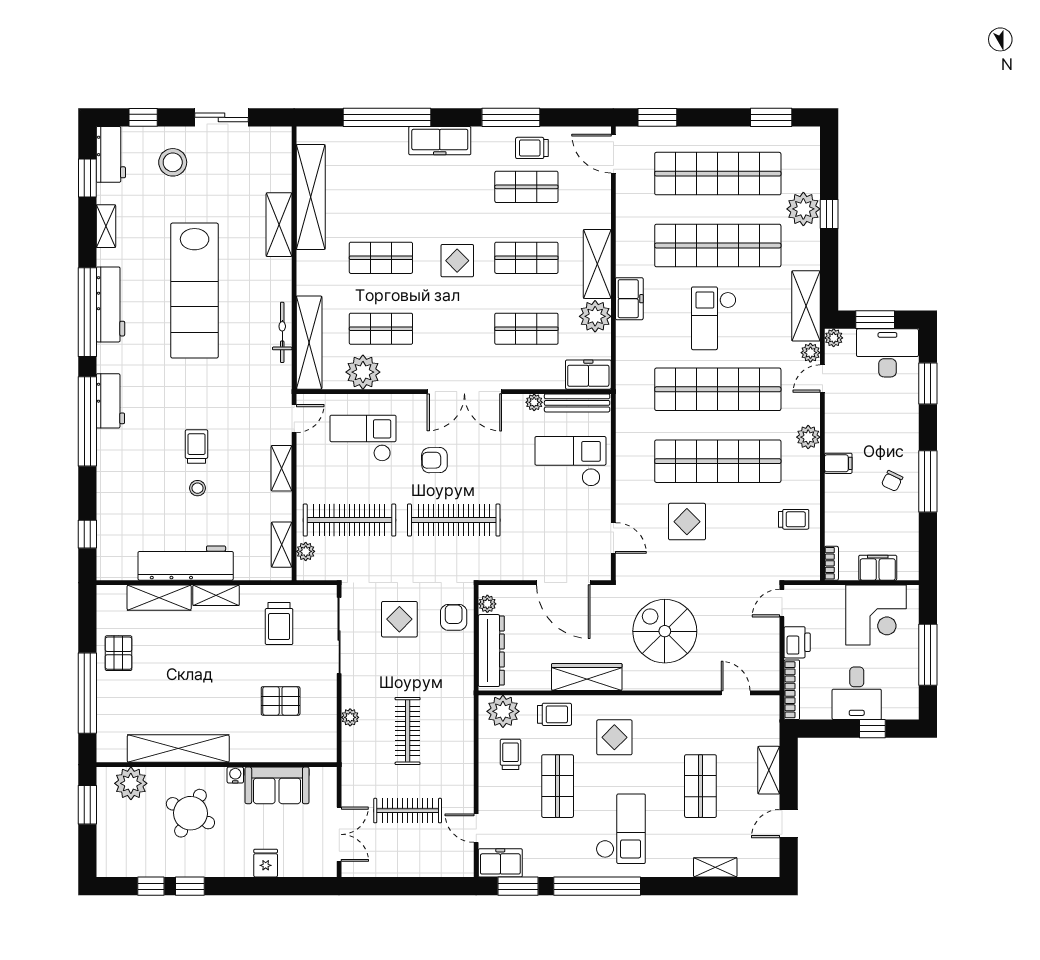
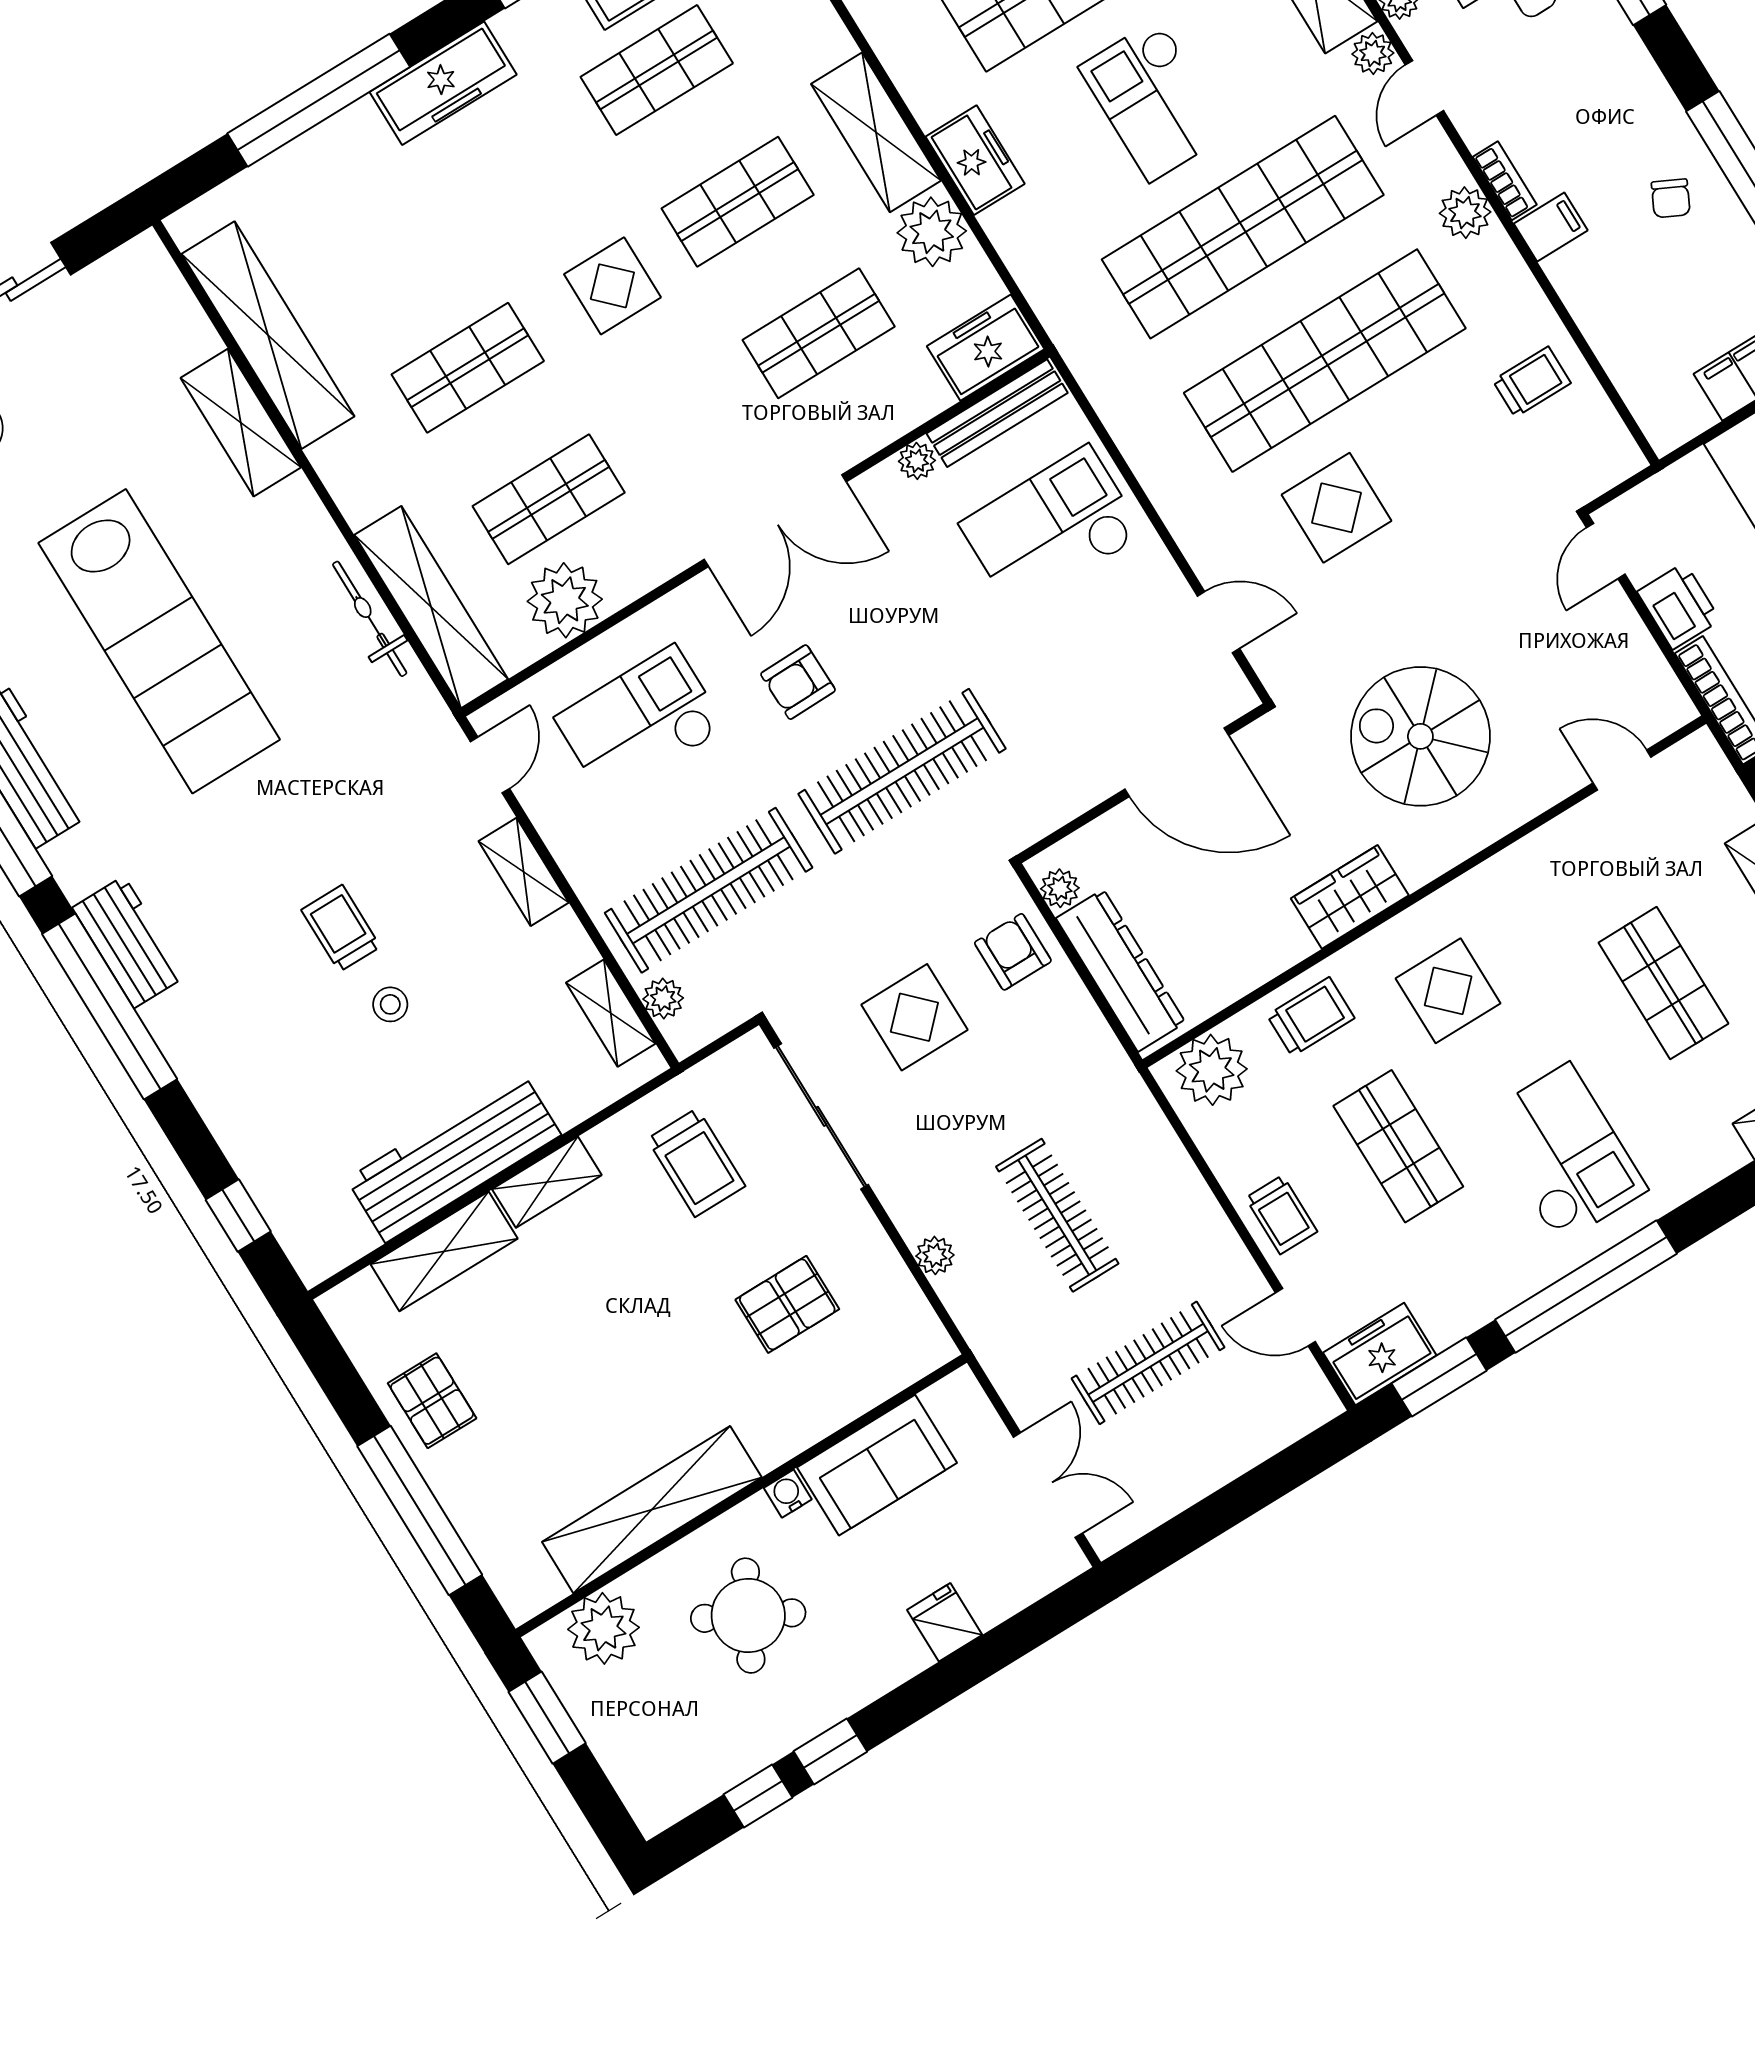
bookcase: (831, 563) -> (1505, 181), moved
wardrobe: (587, 677) -> (1350, 897), width x0.67
trolley: (511, 754) -> (1281, 1215), moved, turned 180

